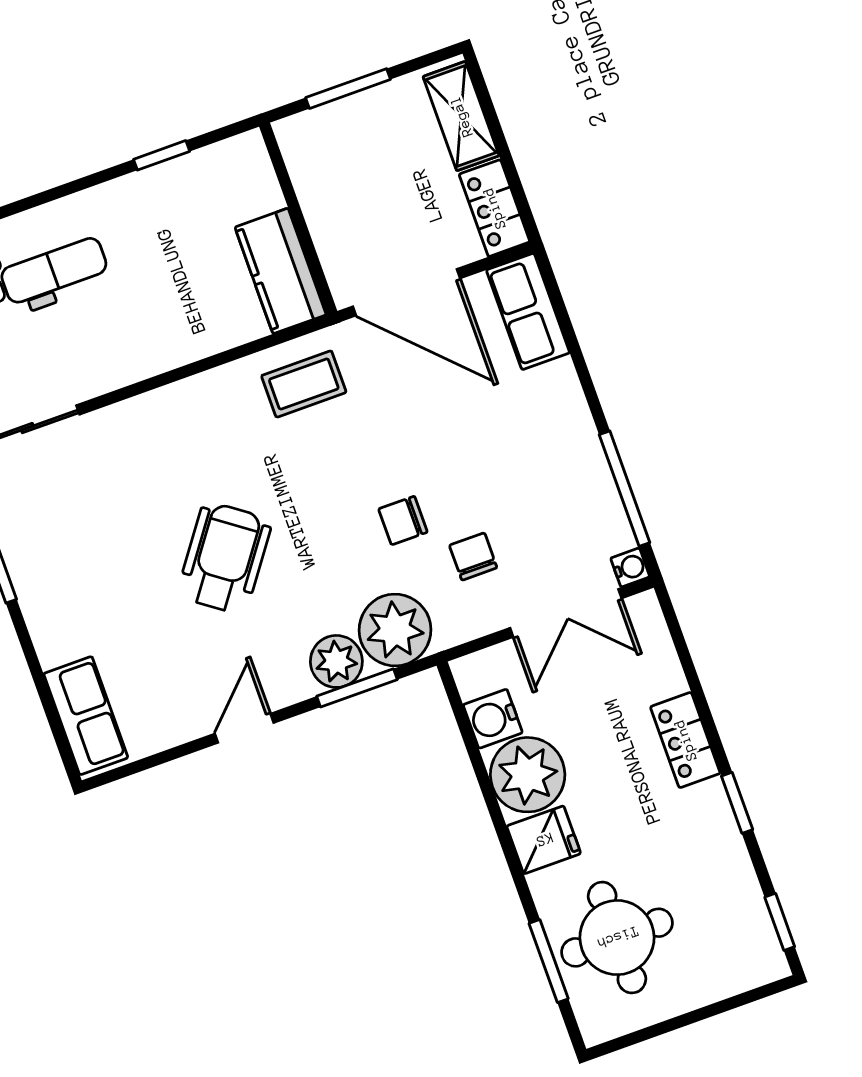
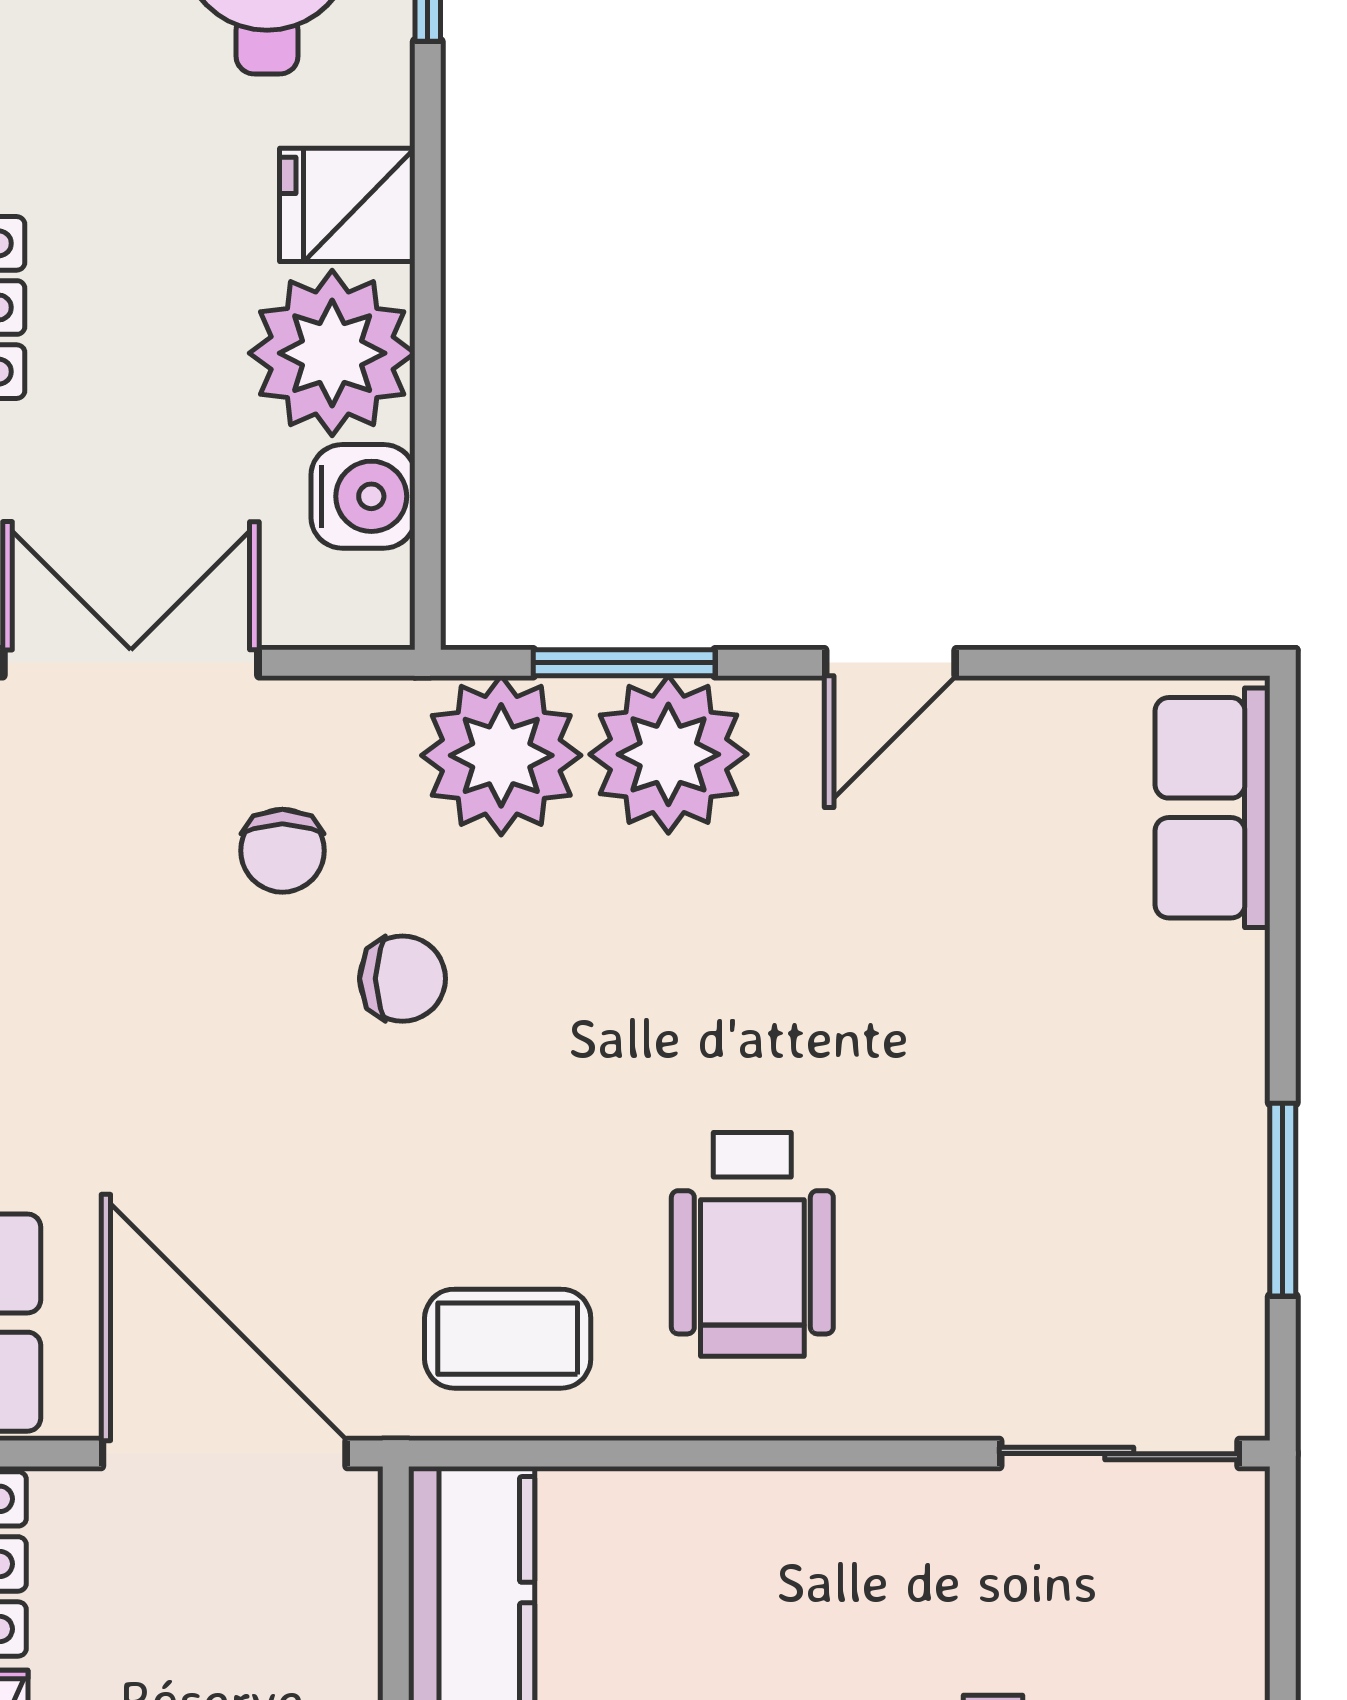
wheelchair: (225, 558) -> (752, 1244), moved, turned -36
plant: (336, 661) -> (668, 754), width x1.36, depth x1.36

